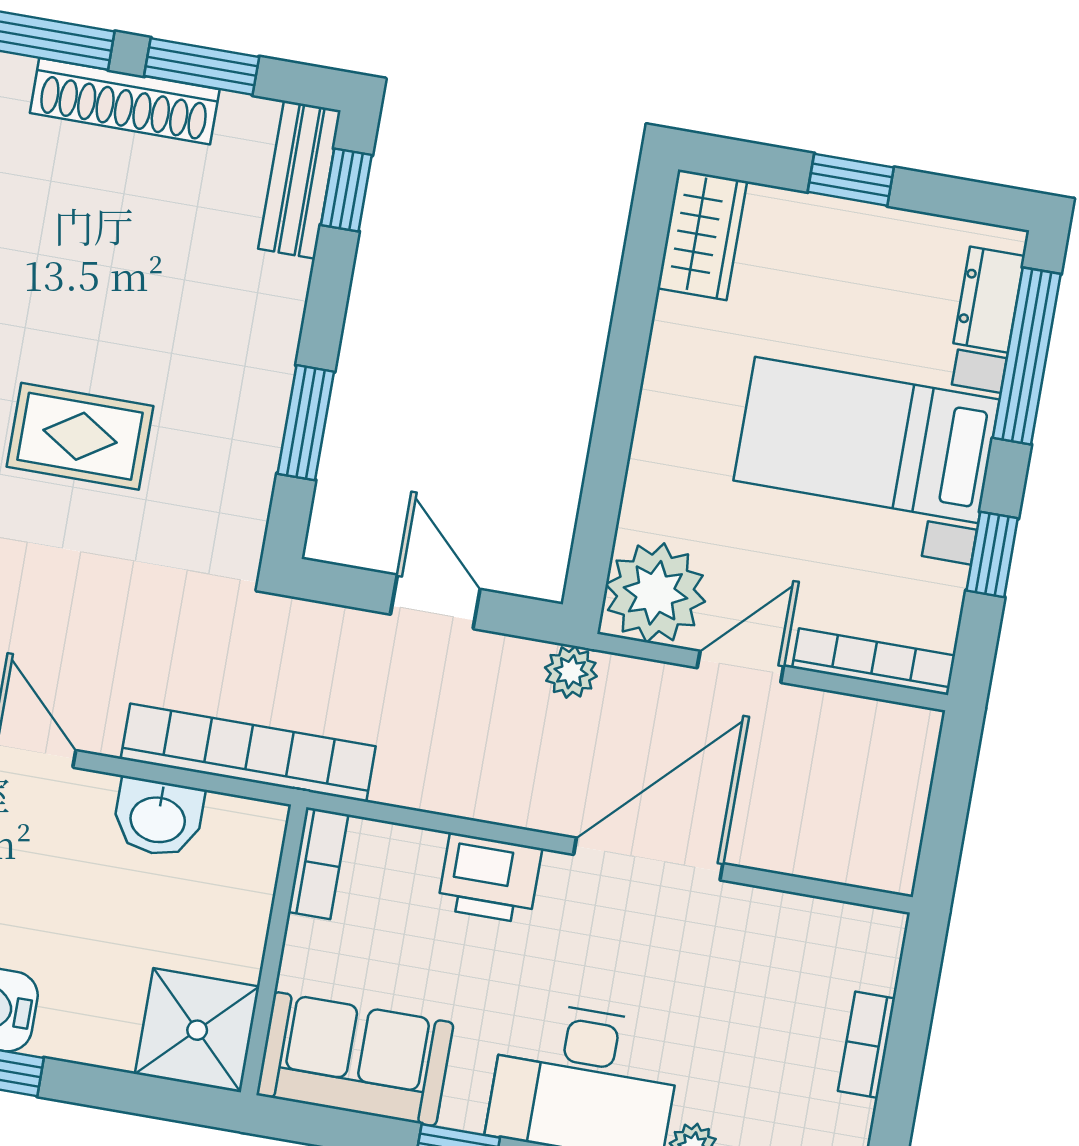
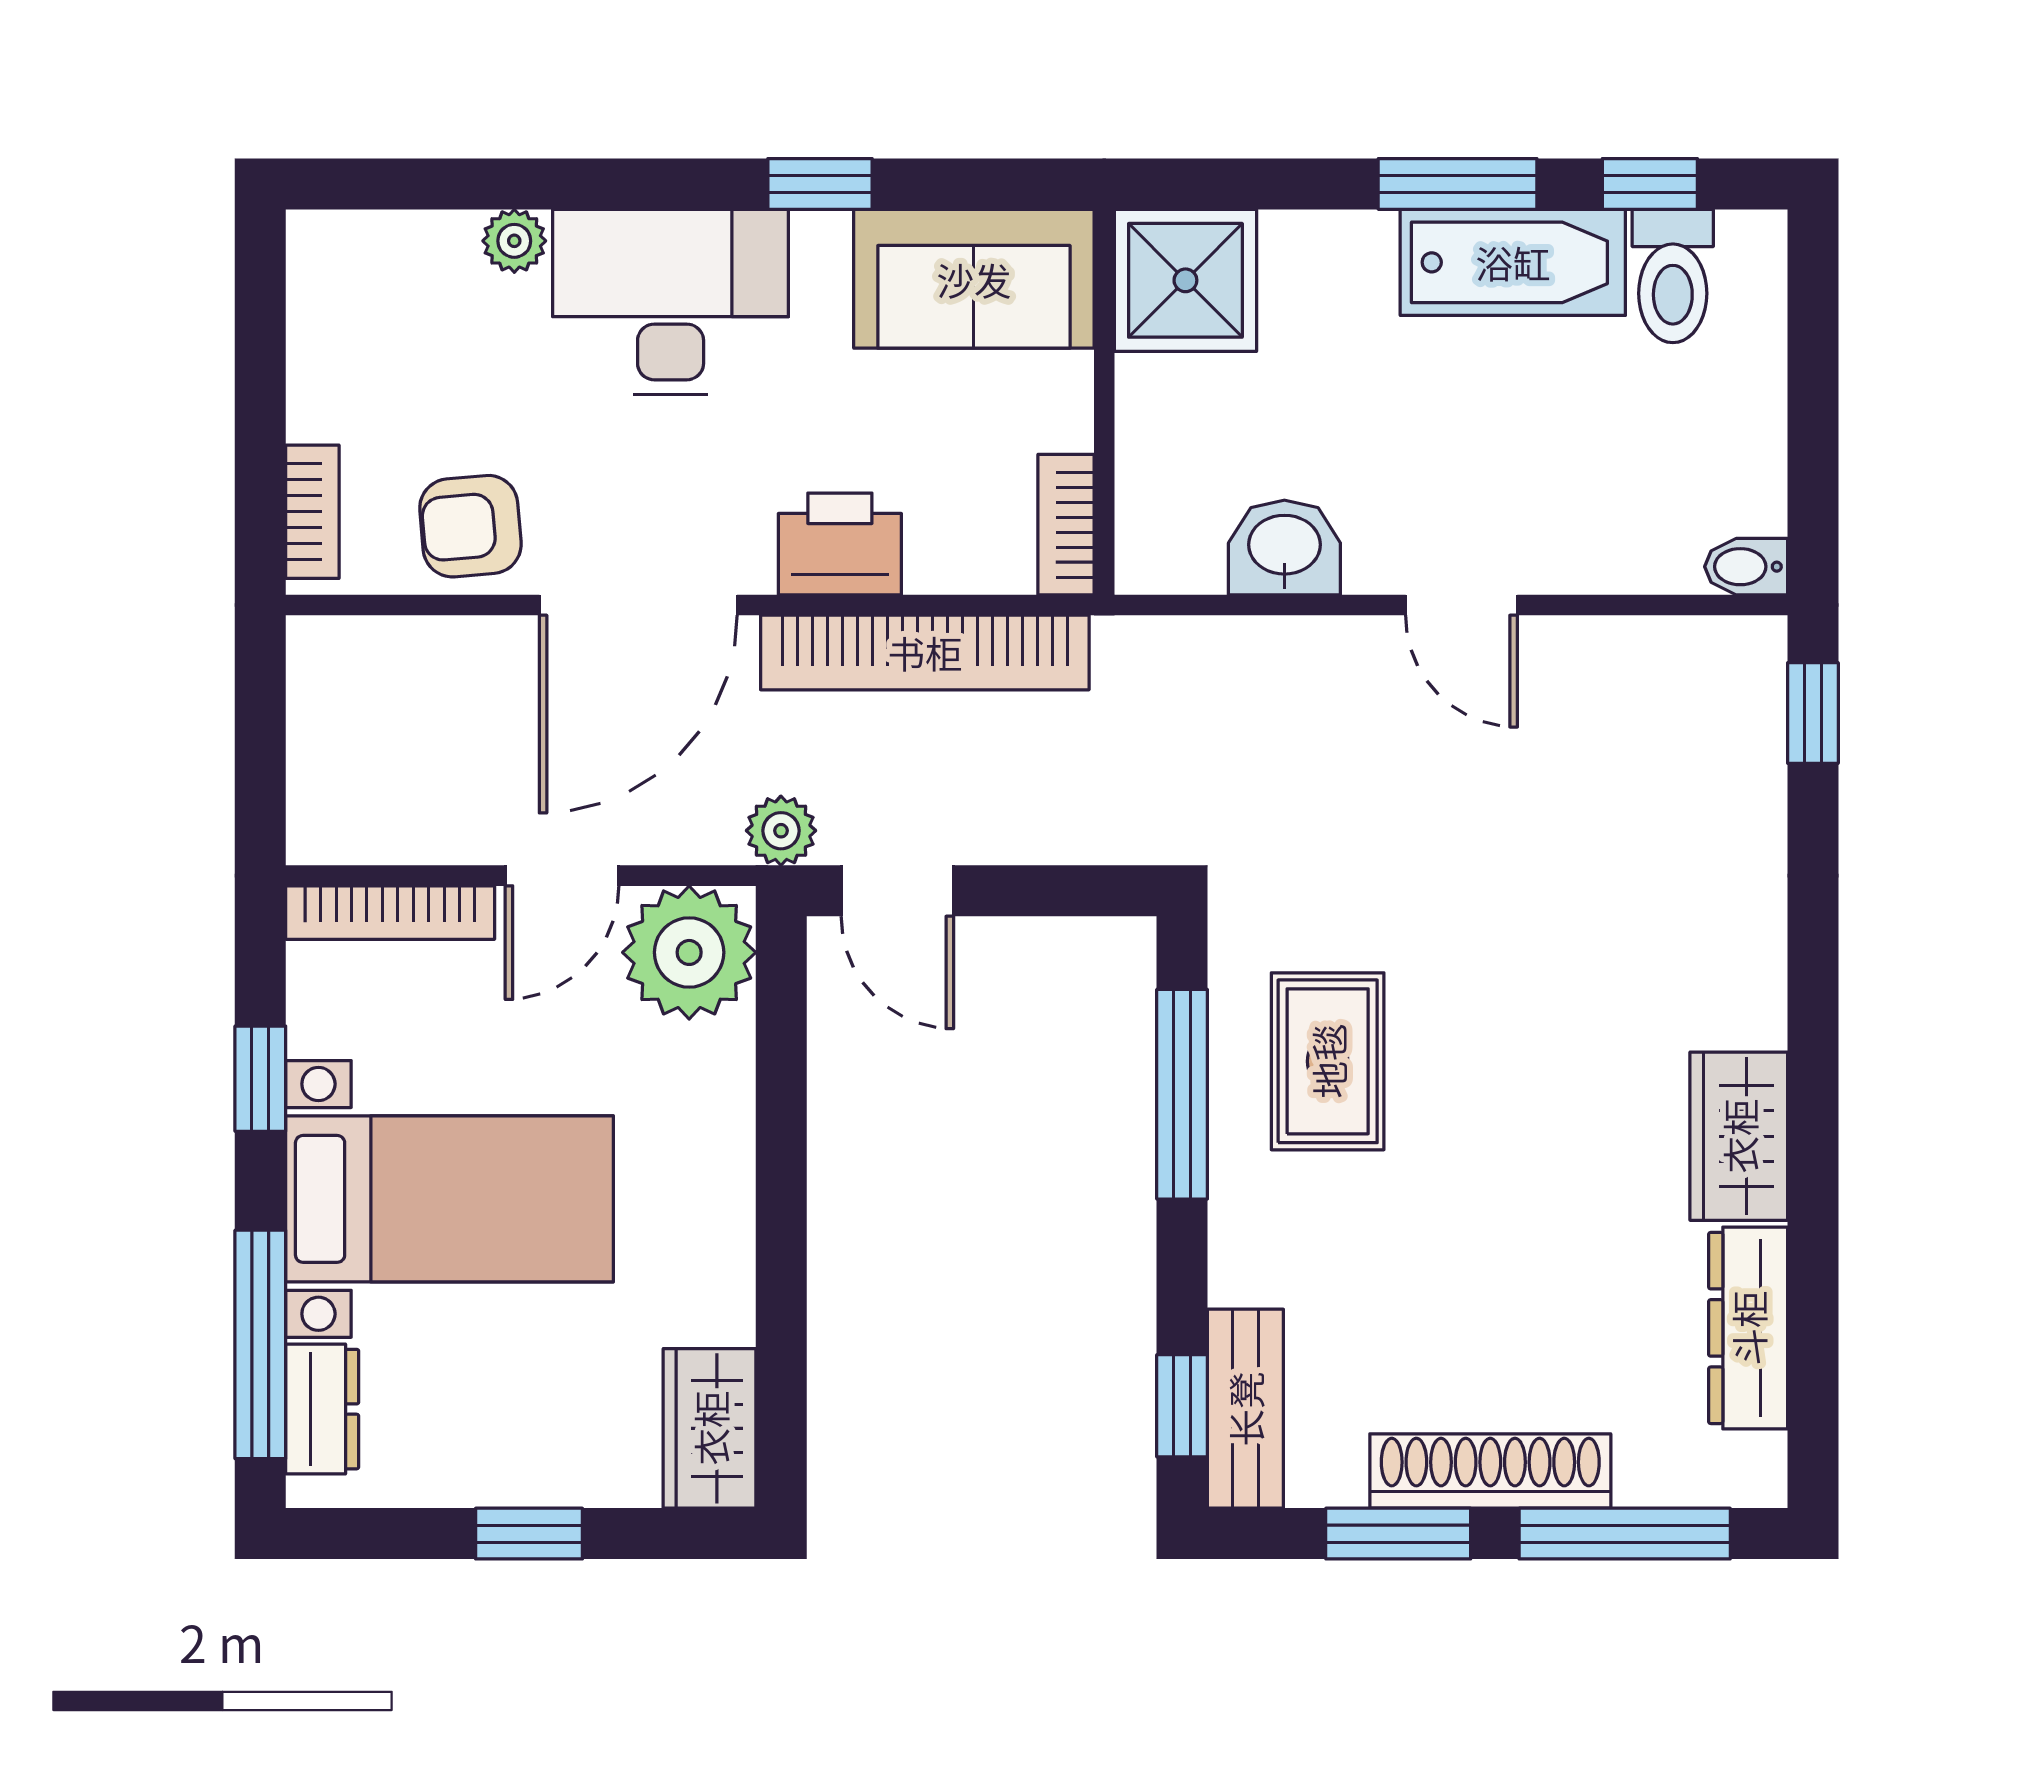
window: (306, 423) -> (1182, 1094), width x1.44
rug: (80, 436) -> (1328, 1061), moved, turned 90
door: (435, 602) -> (897, 891), moved
bookcase: (248, 753) -> (925, 652), moved
armchair: (763, 940) -> (470, 526), added
bookcase: (867, 1045) -> (312, 512), moved

